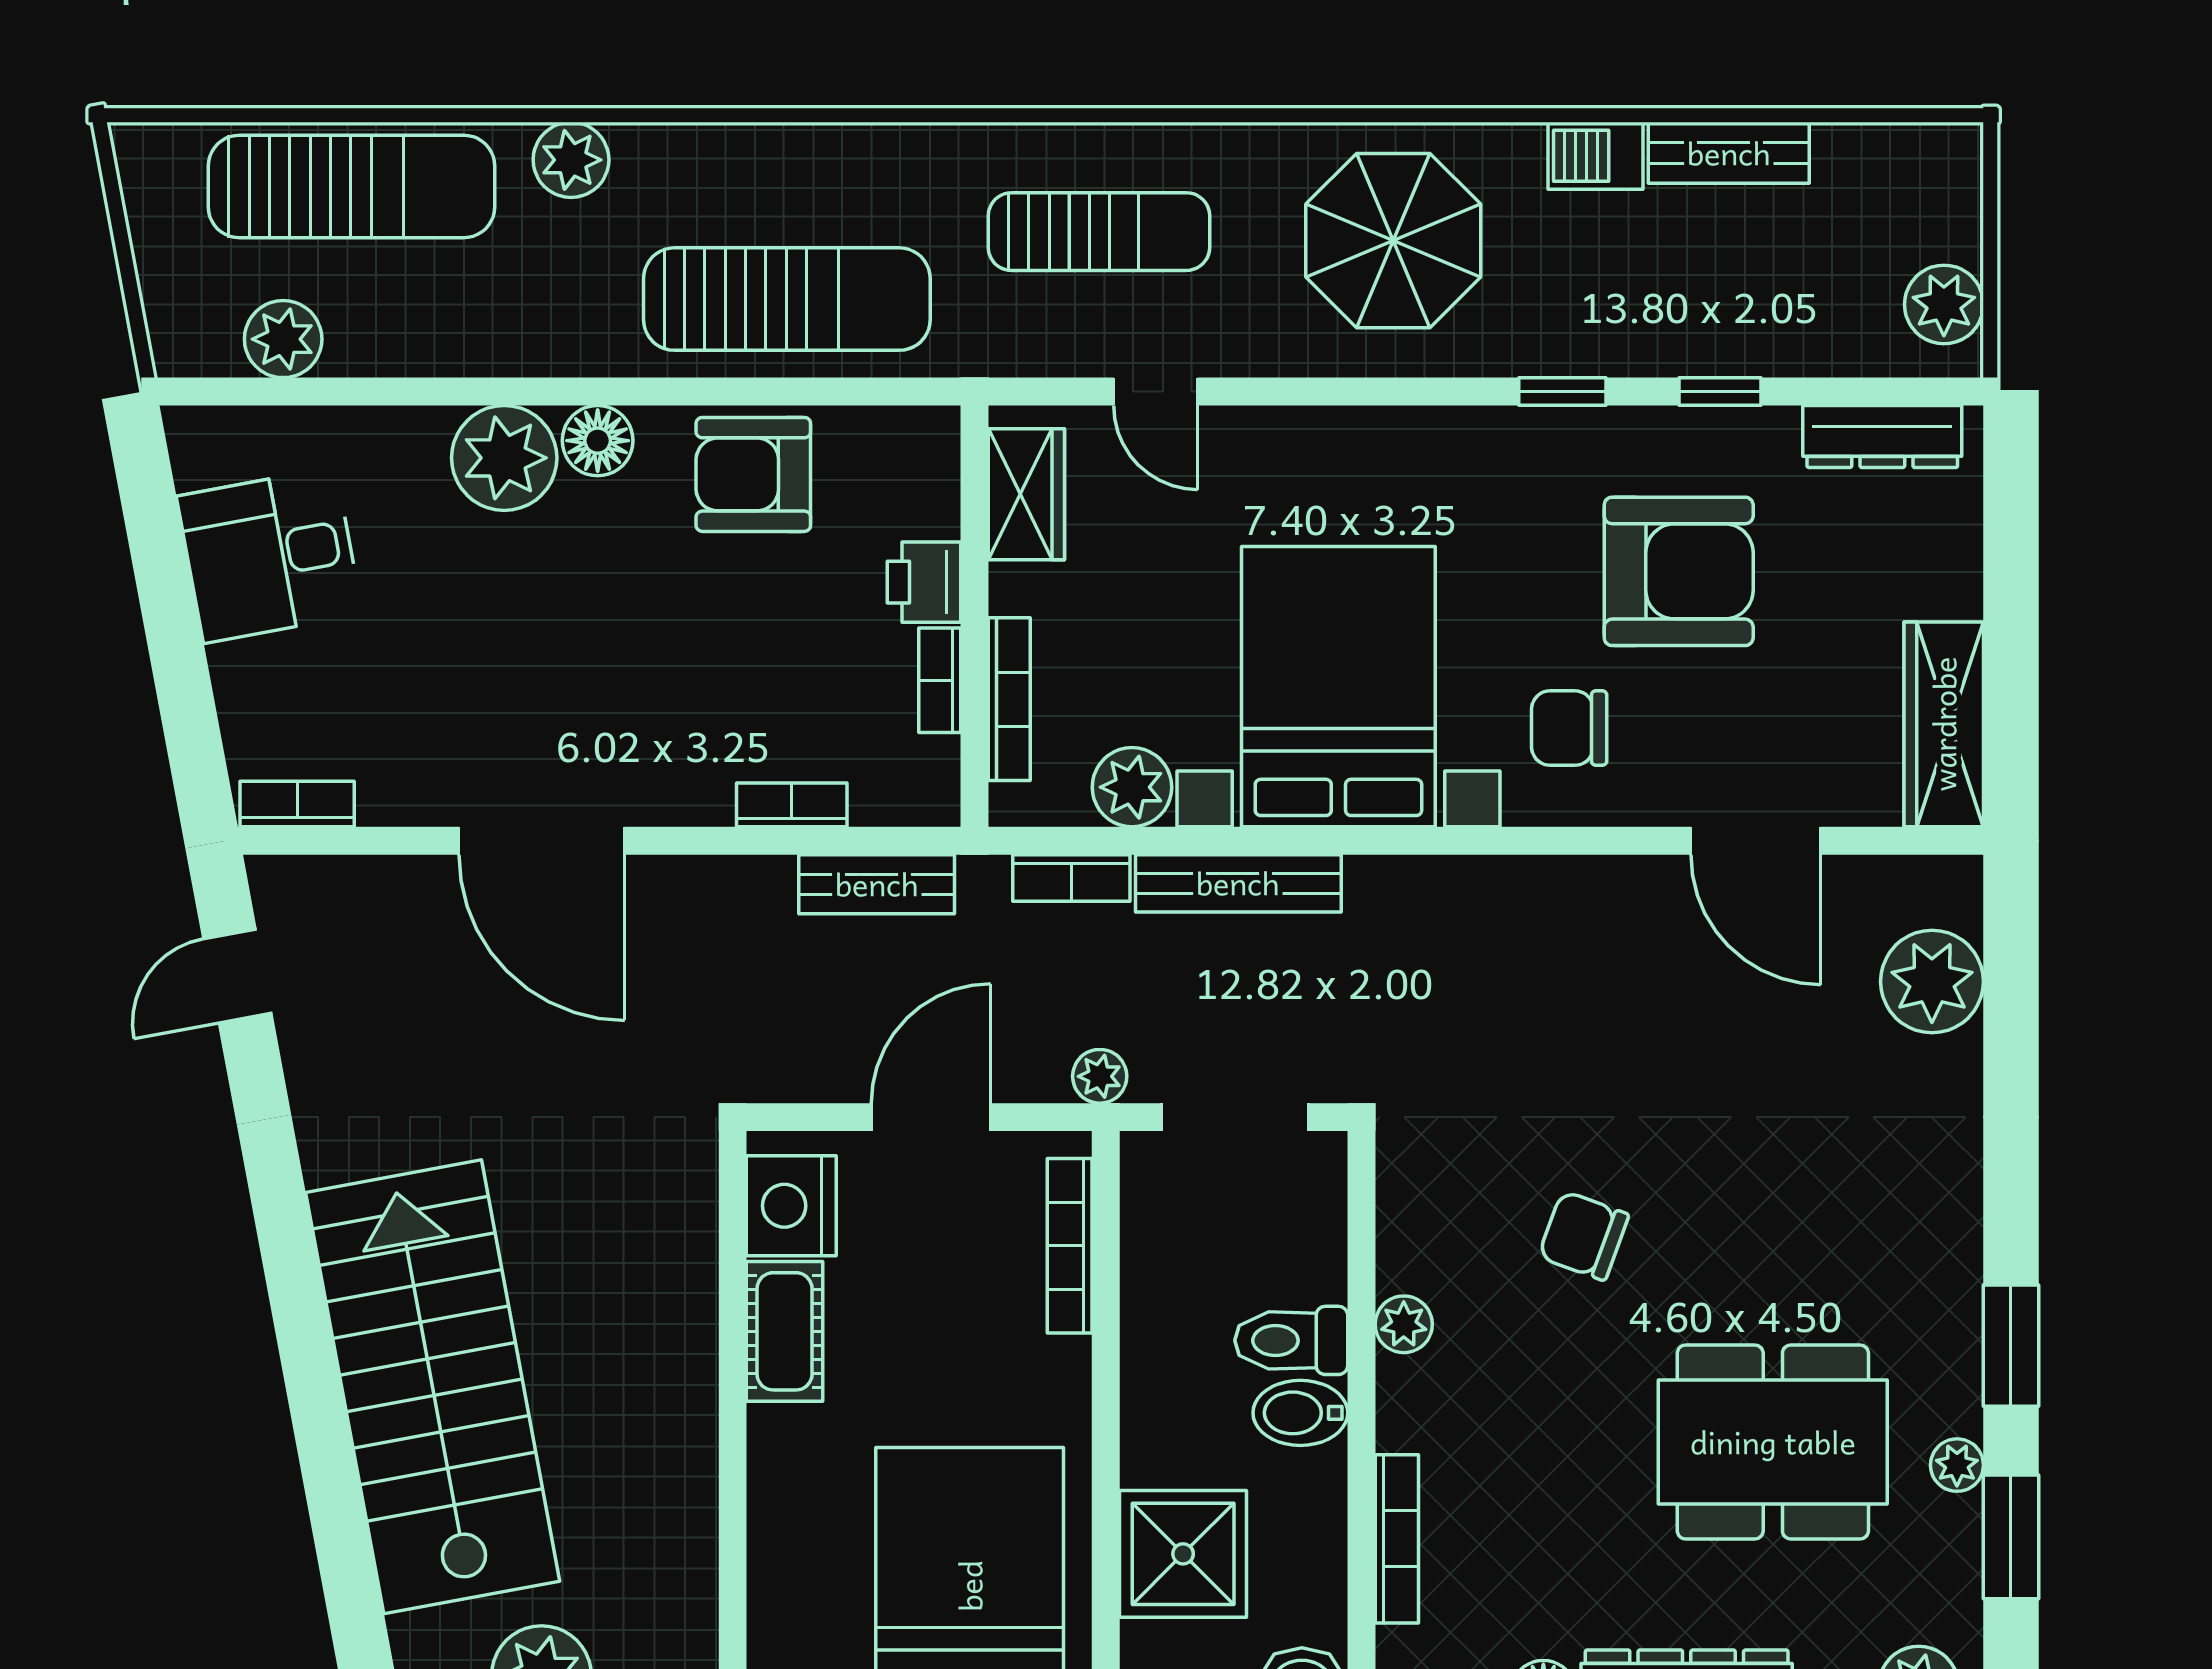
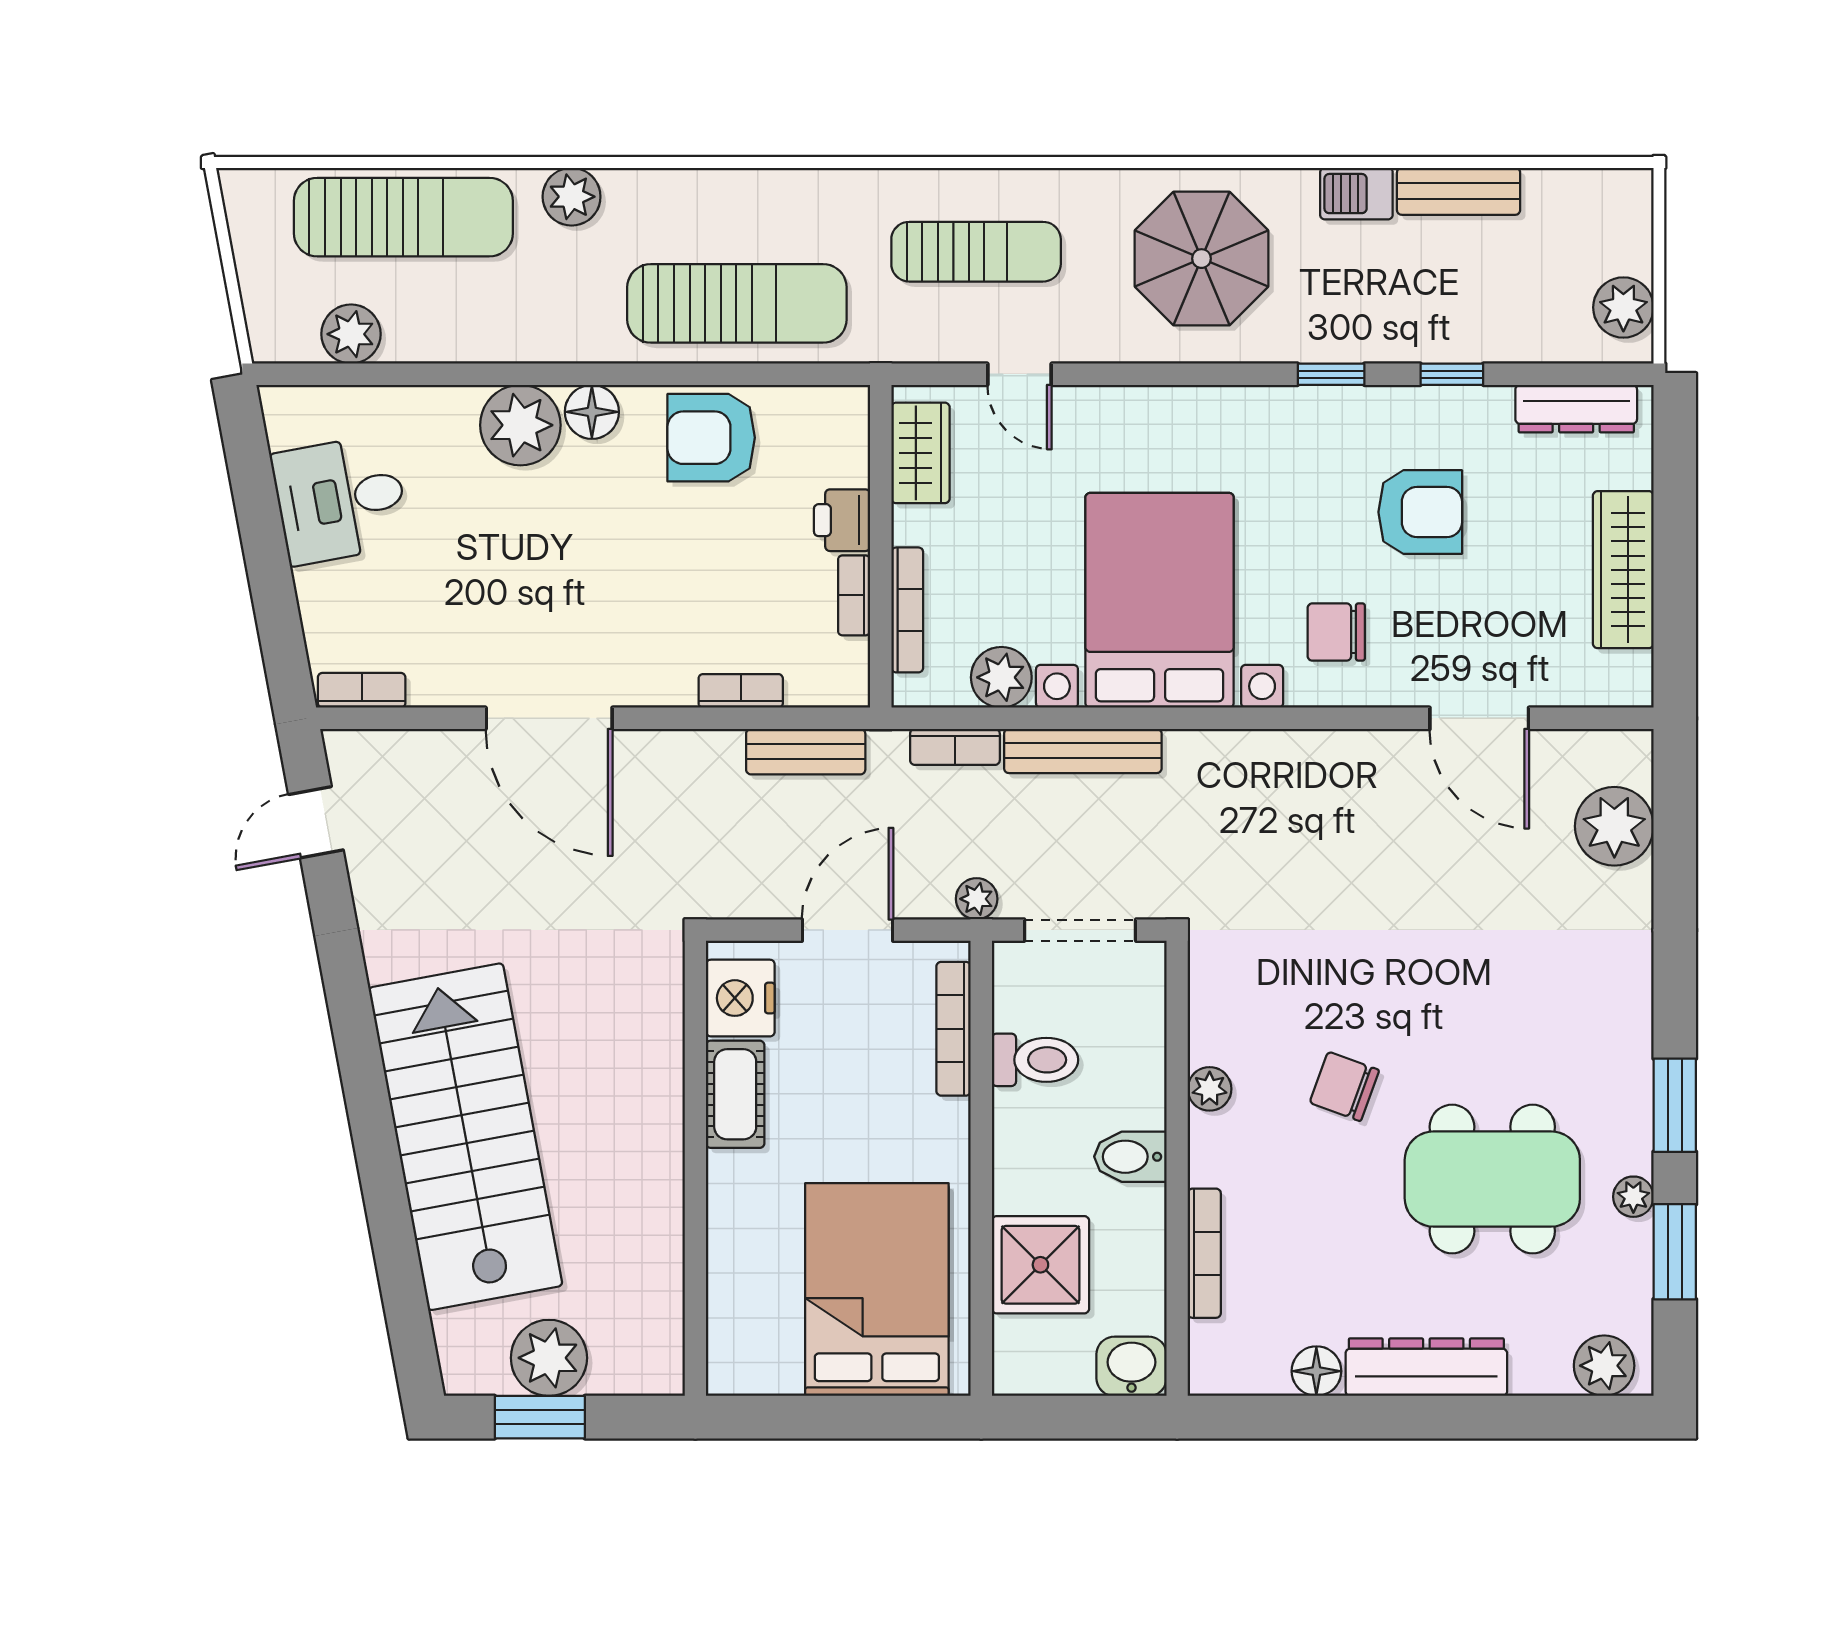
armchair: (1679, 571) -> (1420, 512), width x0.73, depth x0.73
wardrobe: (1944, 724) -> (1623, 570), moved
chair: (1584, 1236) -> (1344, 1086), moved
toilet: (1291, 1340) -> (1035, 1060), moved, turned 180

